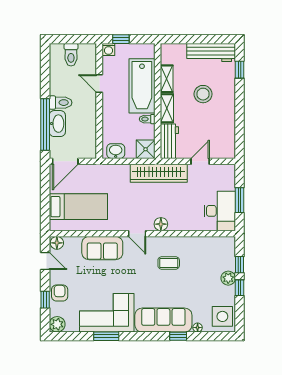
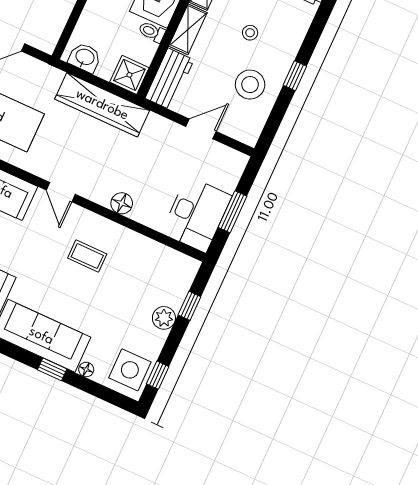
window: (240, 70) -> (295, 76), moved
stool: (203, 94) -> (250, 33), width x0.53, depth x0.53
stool: (216, 123) -> (250, 85), added
wardrobe: (159, 173) -> (102, 105), moved
floor lamp: (161, 224) -> (122, 203), moved
window: (240, 288) -> (158, 375), moved

